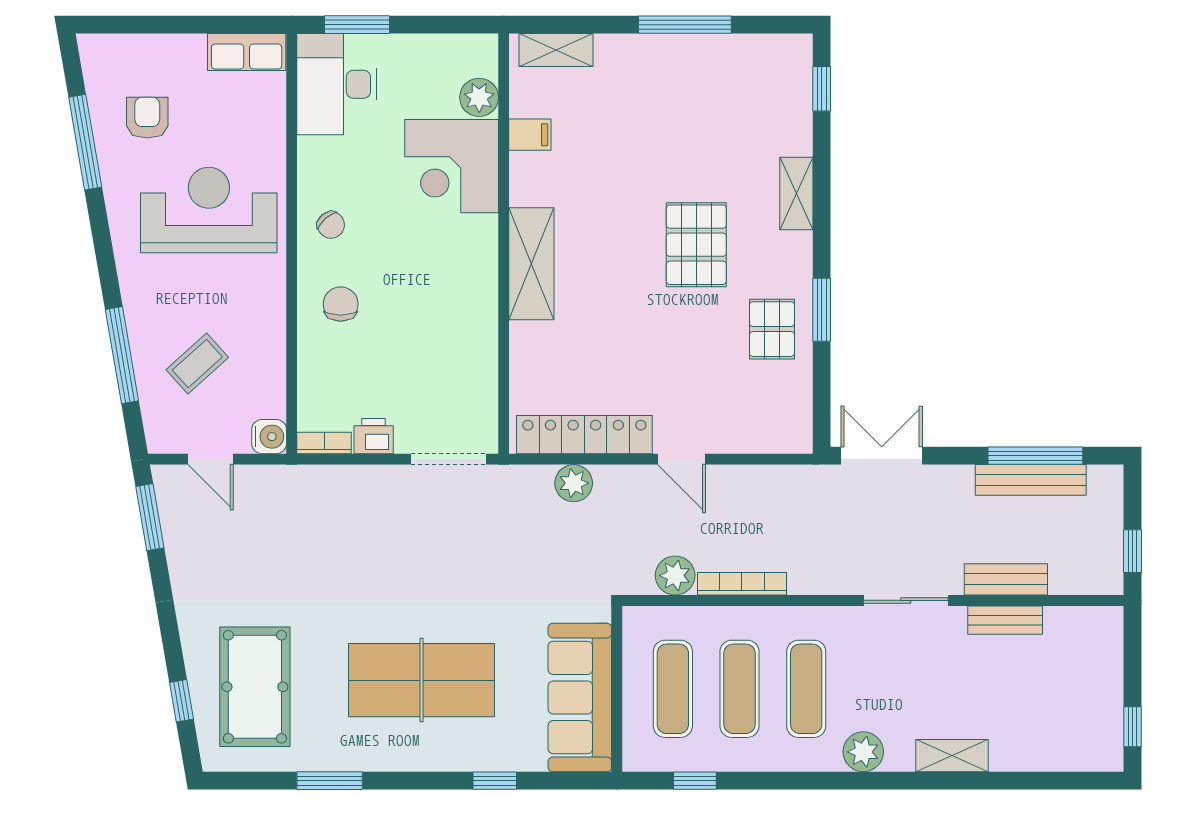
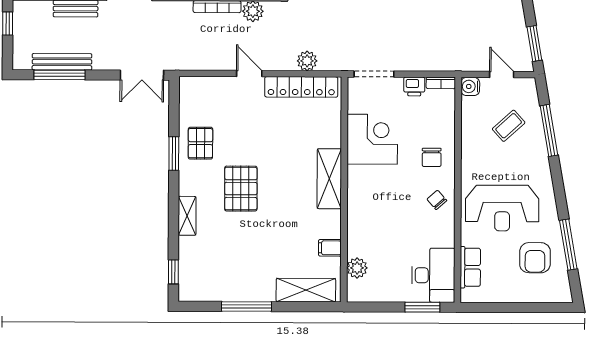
shelving: (556, 50) -> (306, 290), width x1.50, depth x1.33
row of seats: (247, 52) -> (470, 267), moved, turned 90
armchair: (147, 118) -> (535, 258), width x1.38, depth x1.38
corner desk: (452, 166) -> (372, 139), moved

